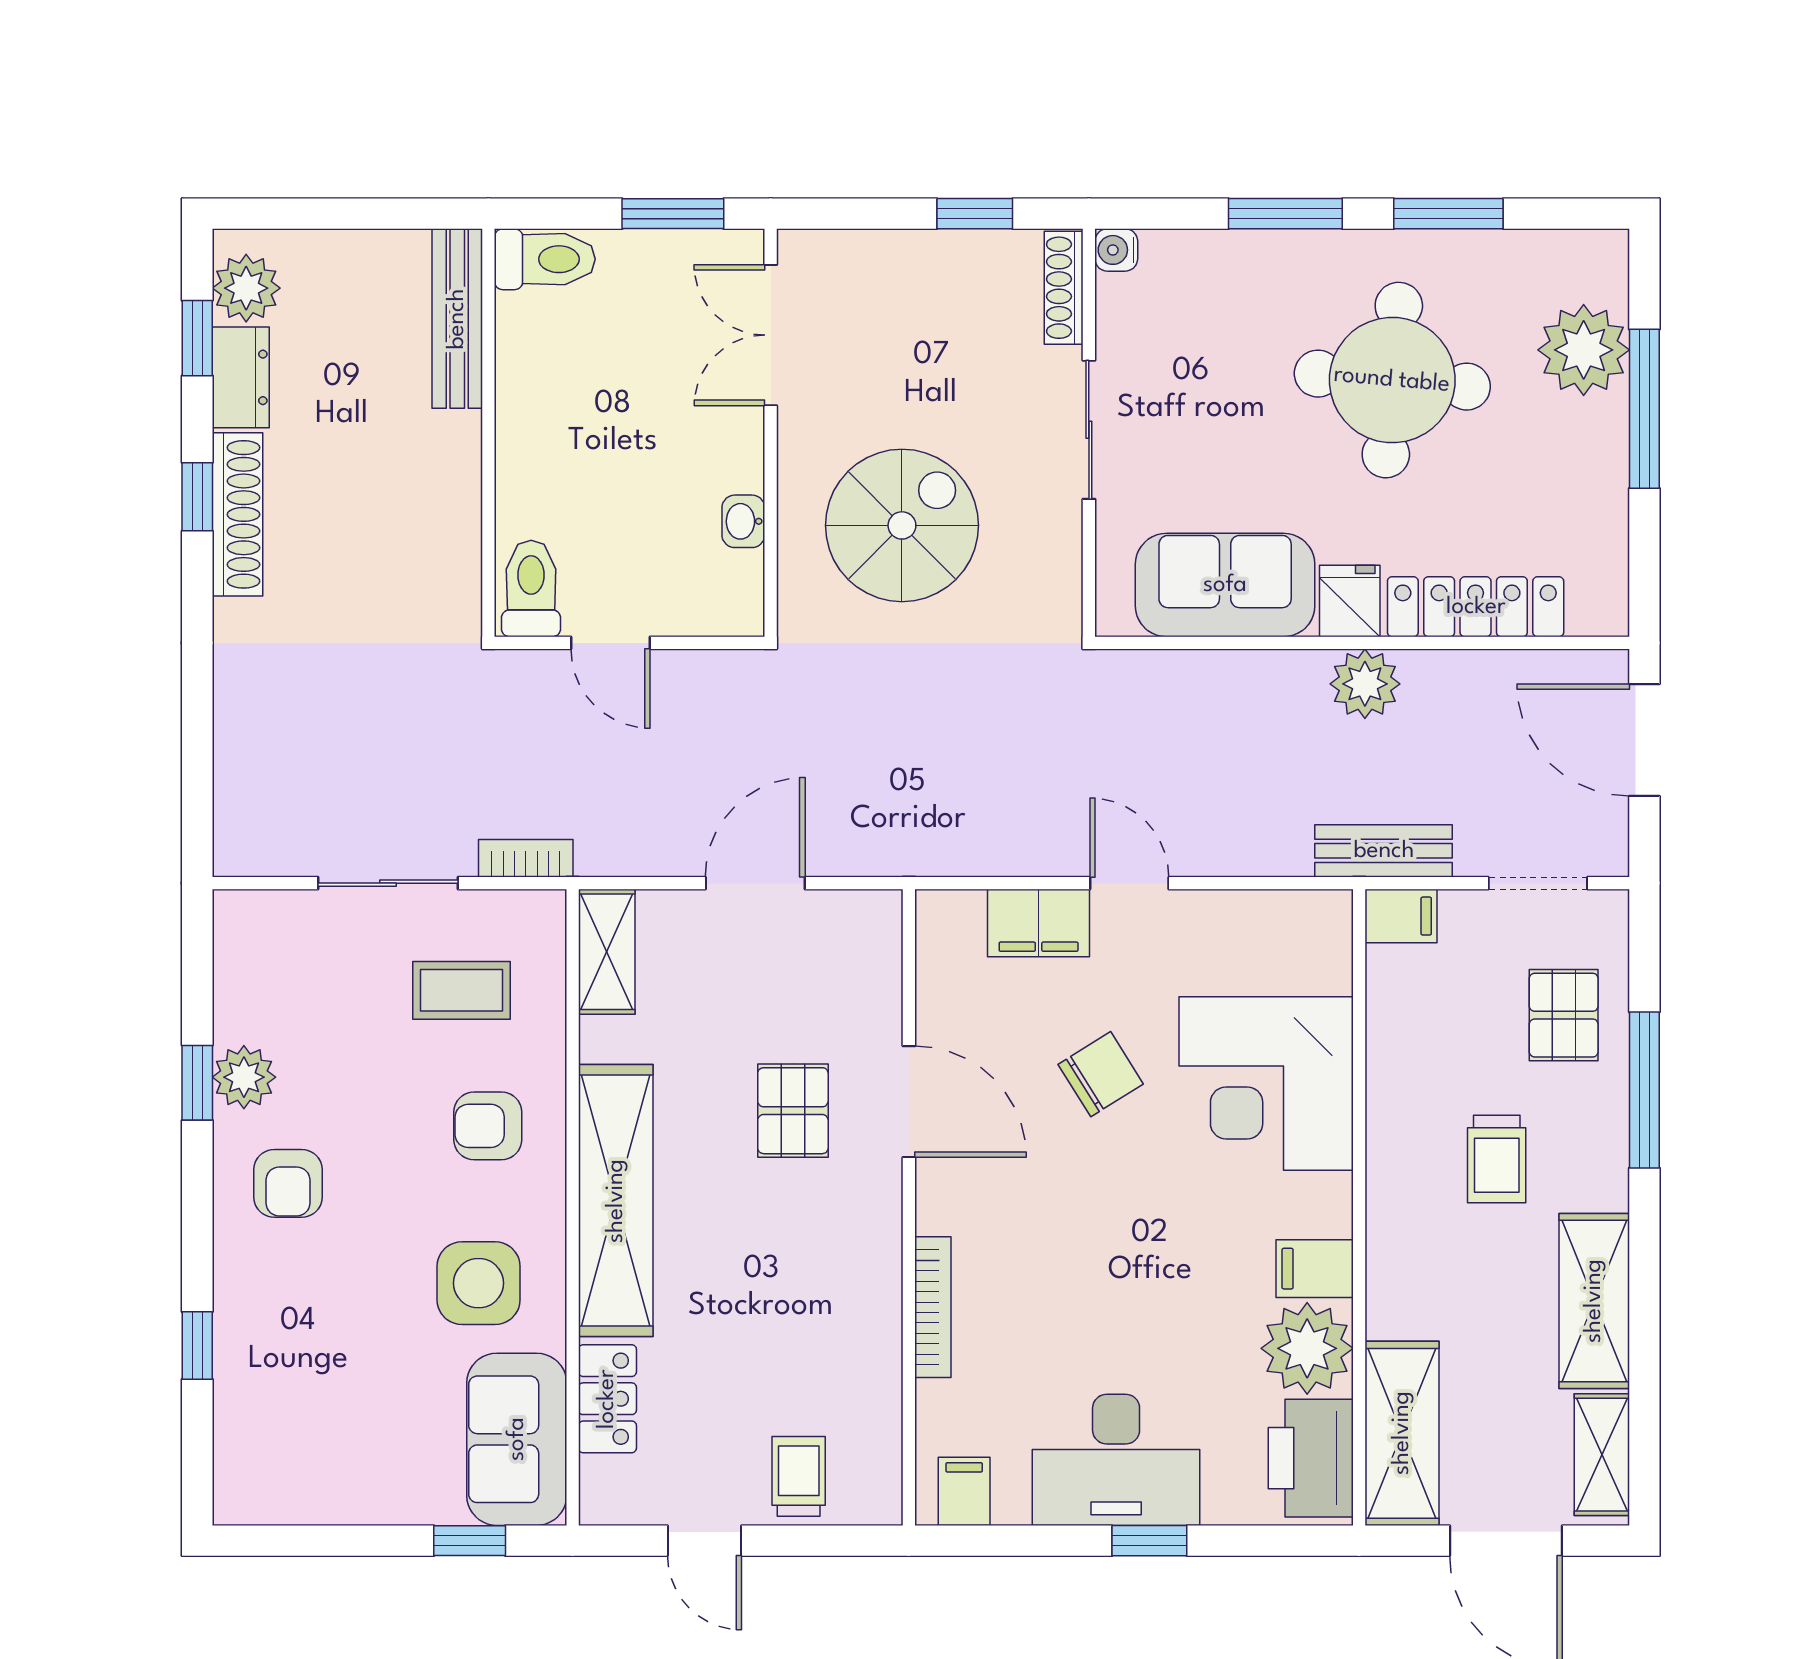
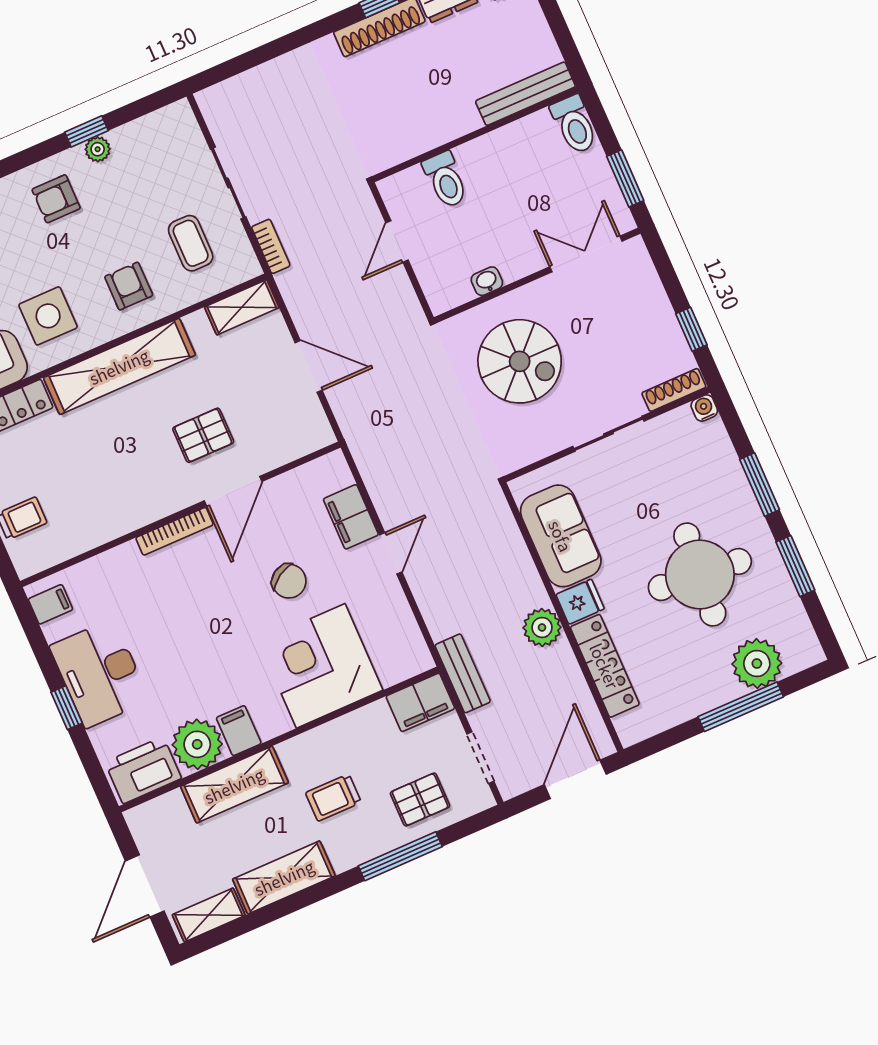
toilet: (531, 589) -> (445, 180), moved, turned 90
filing cabinet: (1401, 916) -> (420, 702), width x2.00
plant: (244, 1077) -> (98, 149), width x0.73, depth x0.73
bookcase: (933, 1307) -> (174, 531), moved
shelving: (1402, 1433) -> (234, 785), moved

